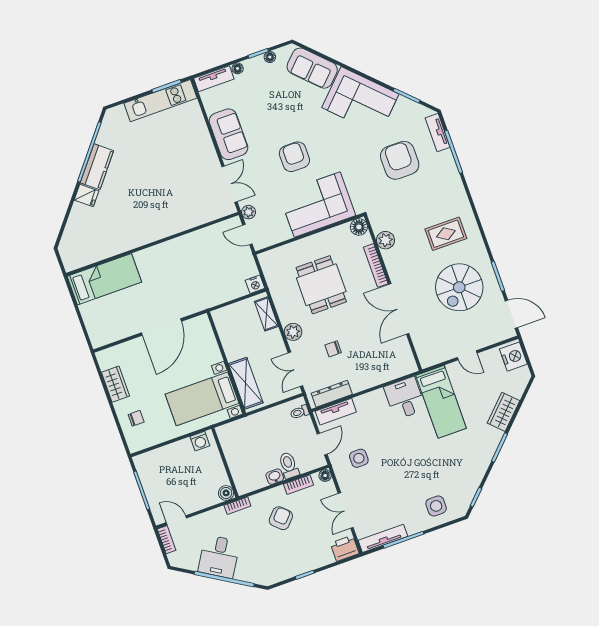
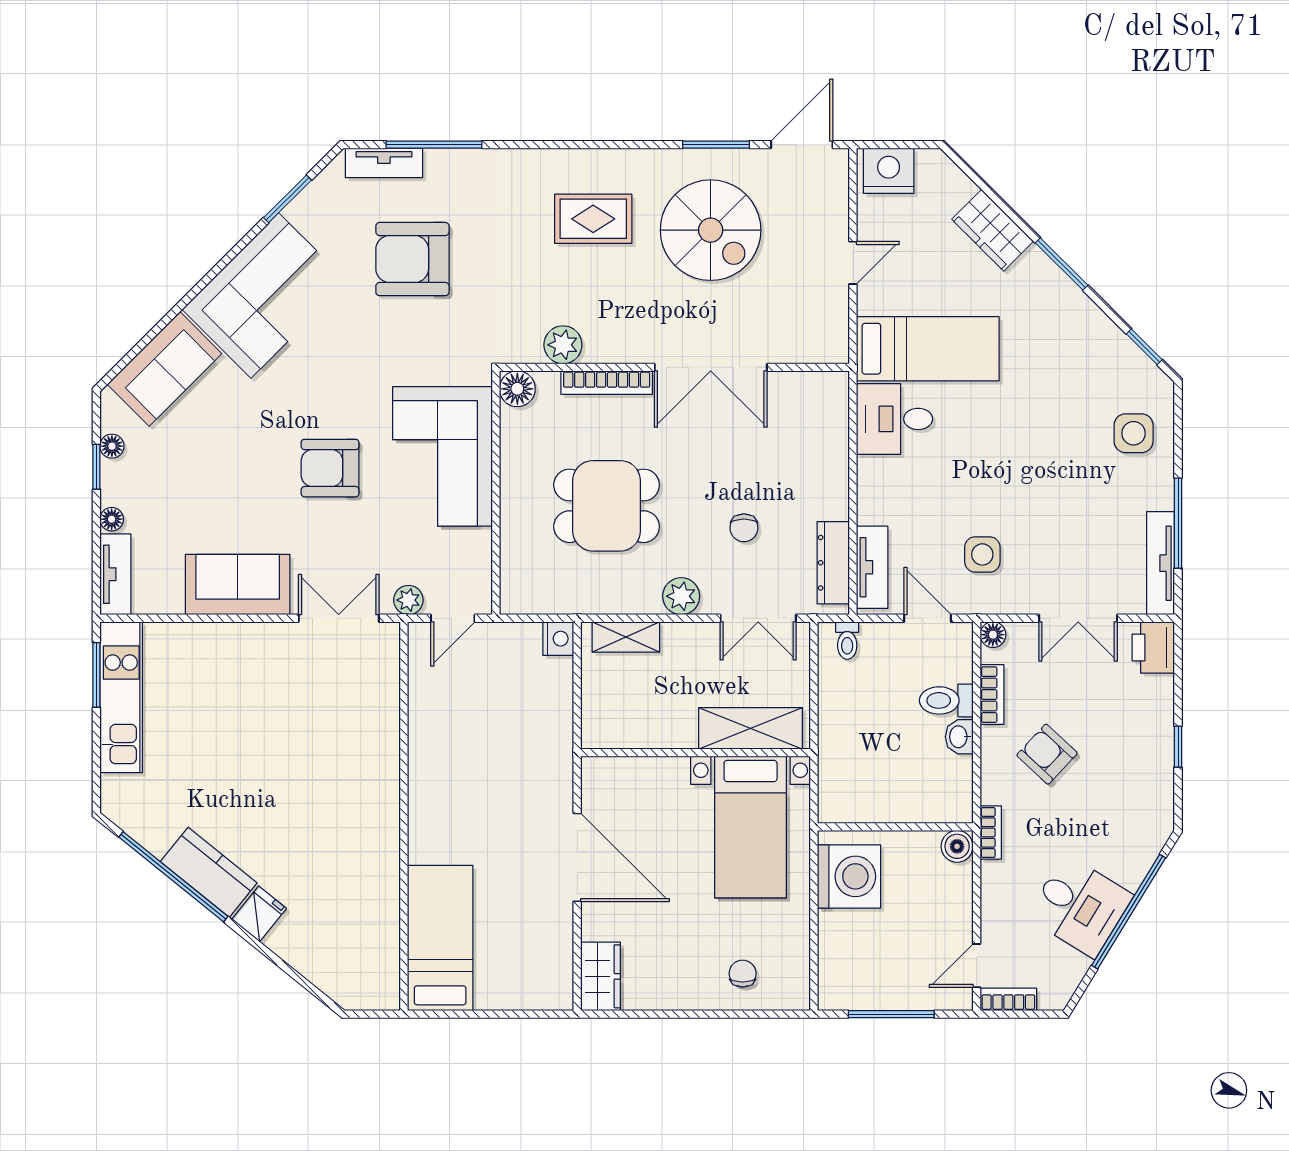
rug: (446, 234) -> (593, 219), turned 90
wardrobe: (115, 384) -> (601, 976), moved, turned 90
washing machine: (200, 441) -> (849, 876), width x1.89, depth x1.89

